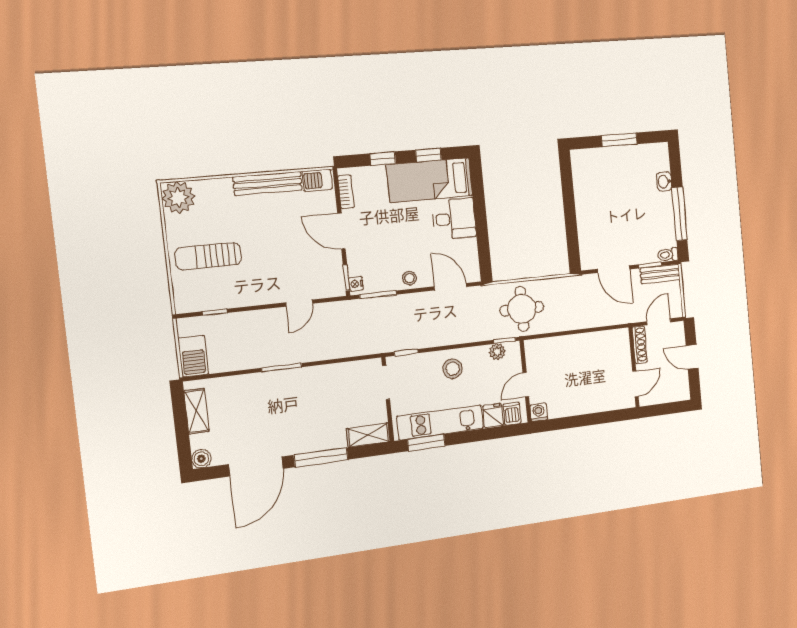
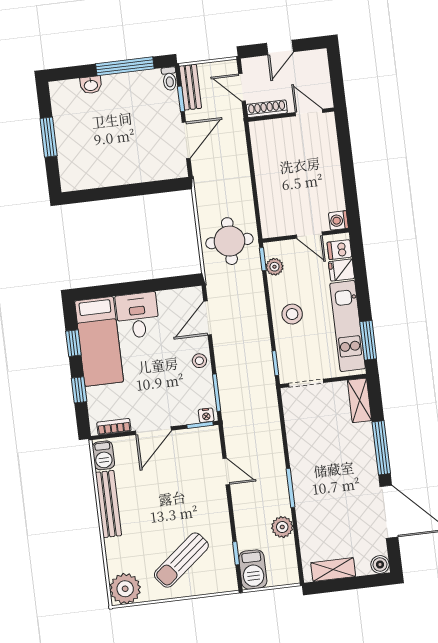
sun lounger: (208, 256) -> (181, 560), turned 51
barbecue: (193, 356) -> (253, 570), moved, turned 90
plant: (242, 359) -> (282, 527), added

